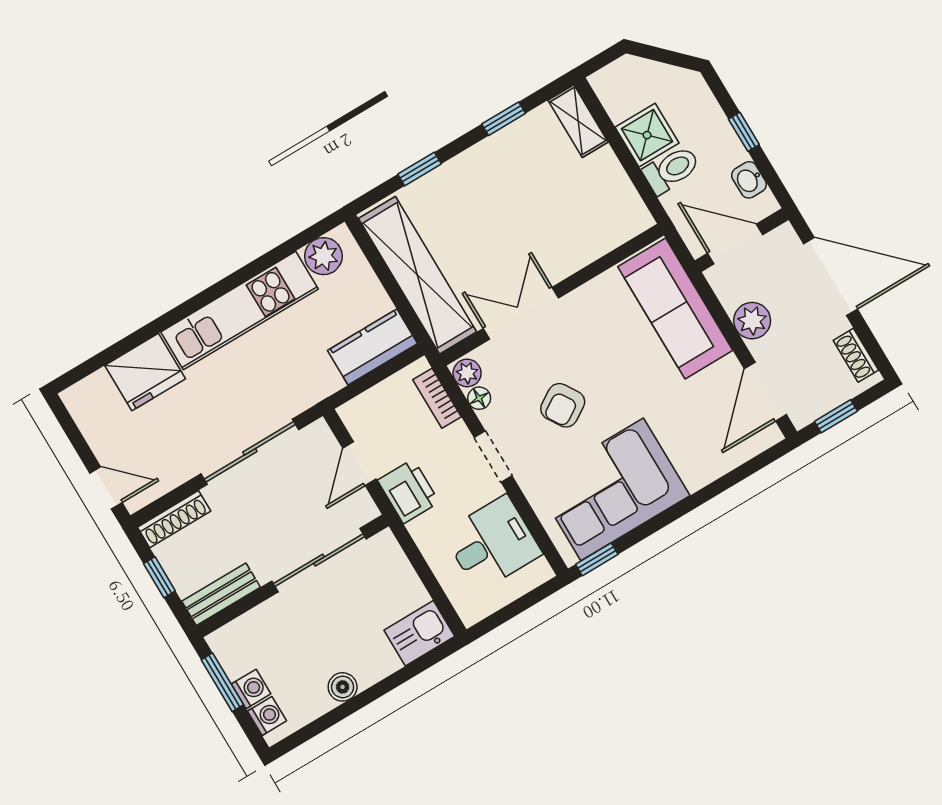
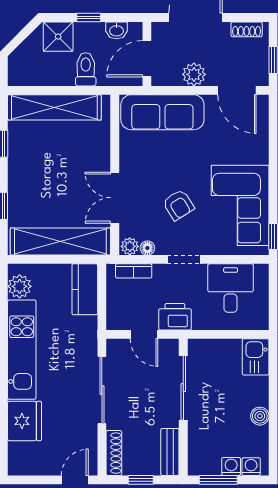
shelving: (578, 121) -> (54, 107), width x2.20, depth x1.33
shower: (647, 135) -> (58, 37), moved

